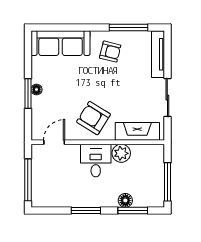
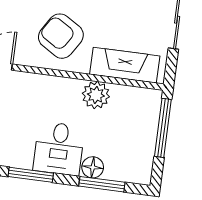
desk: (96, 161) -> (59, 148), moved, turned 180
window: (167, 182) -> (163, 128), moved

